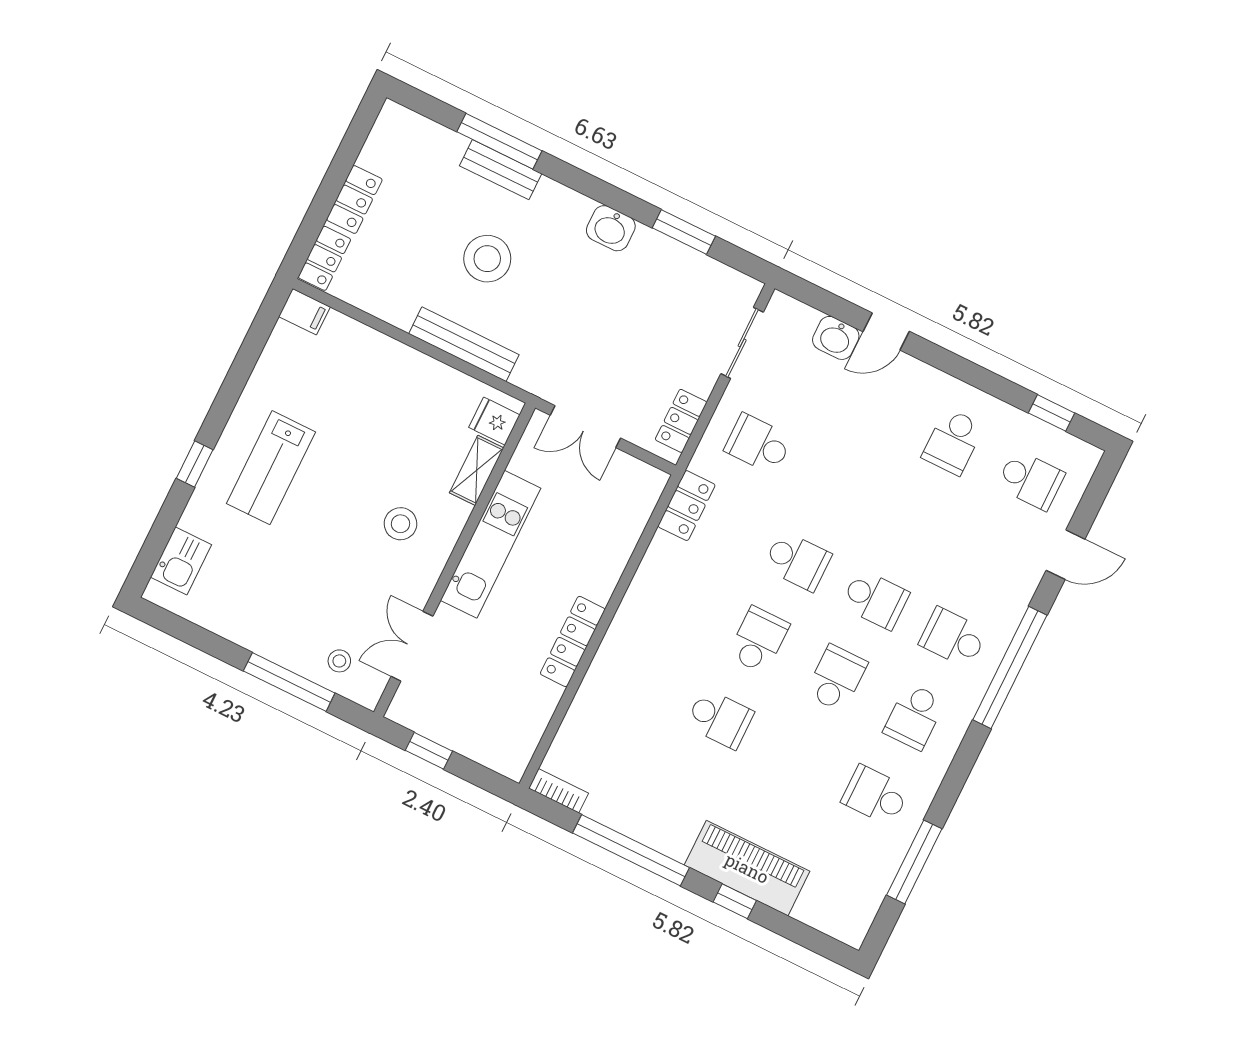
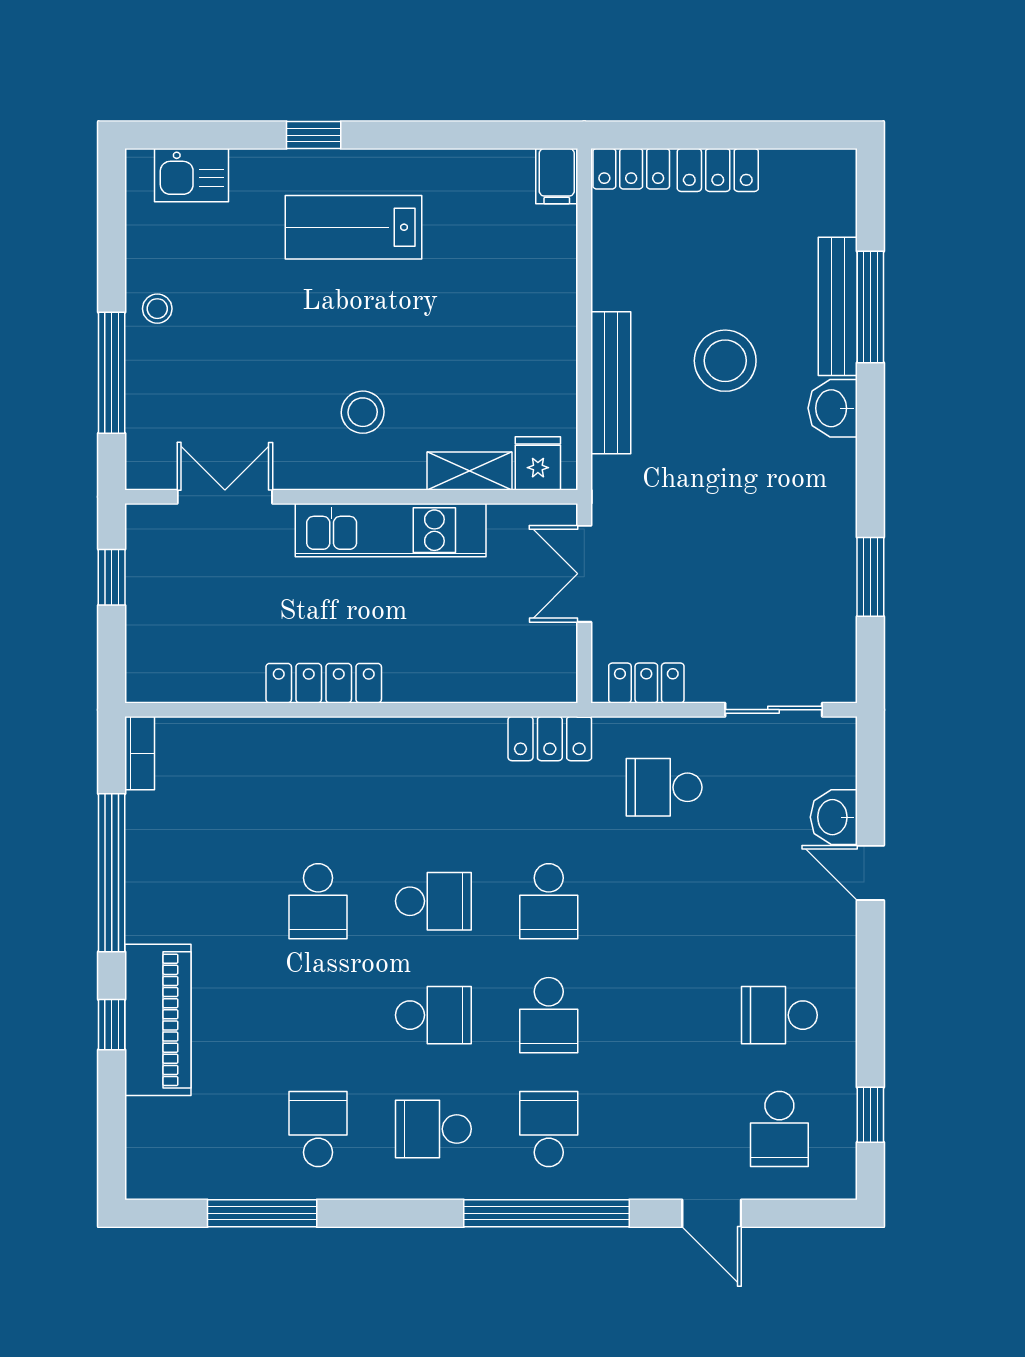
bench: (501, 170) -> (838, 306), width x1.36
washbasin: (611, 228) -> (833, 408), moved
school desk: (758, 444) -> (664, 787), turned -90
stool: (339, 661) -> (157, 309), moved

